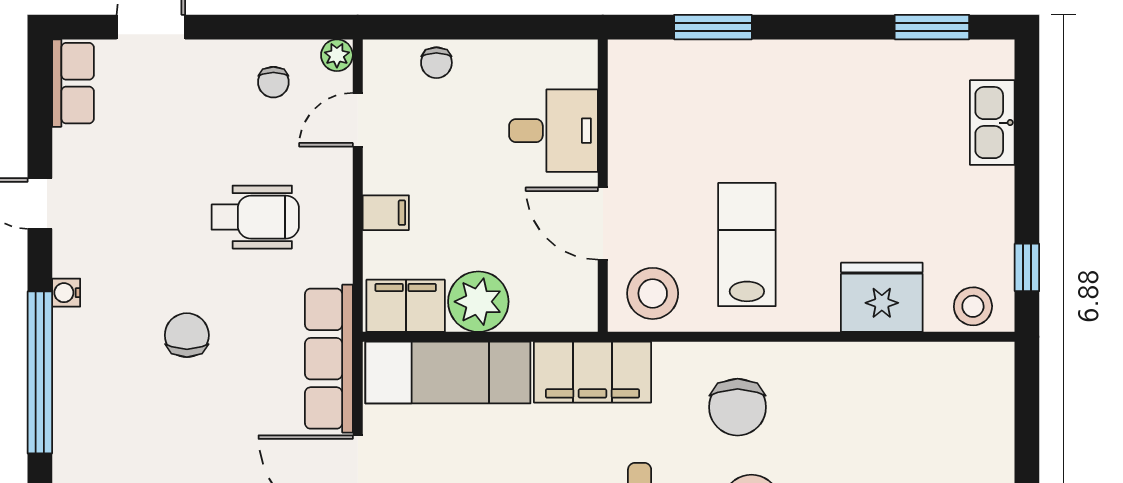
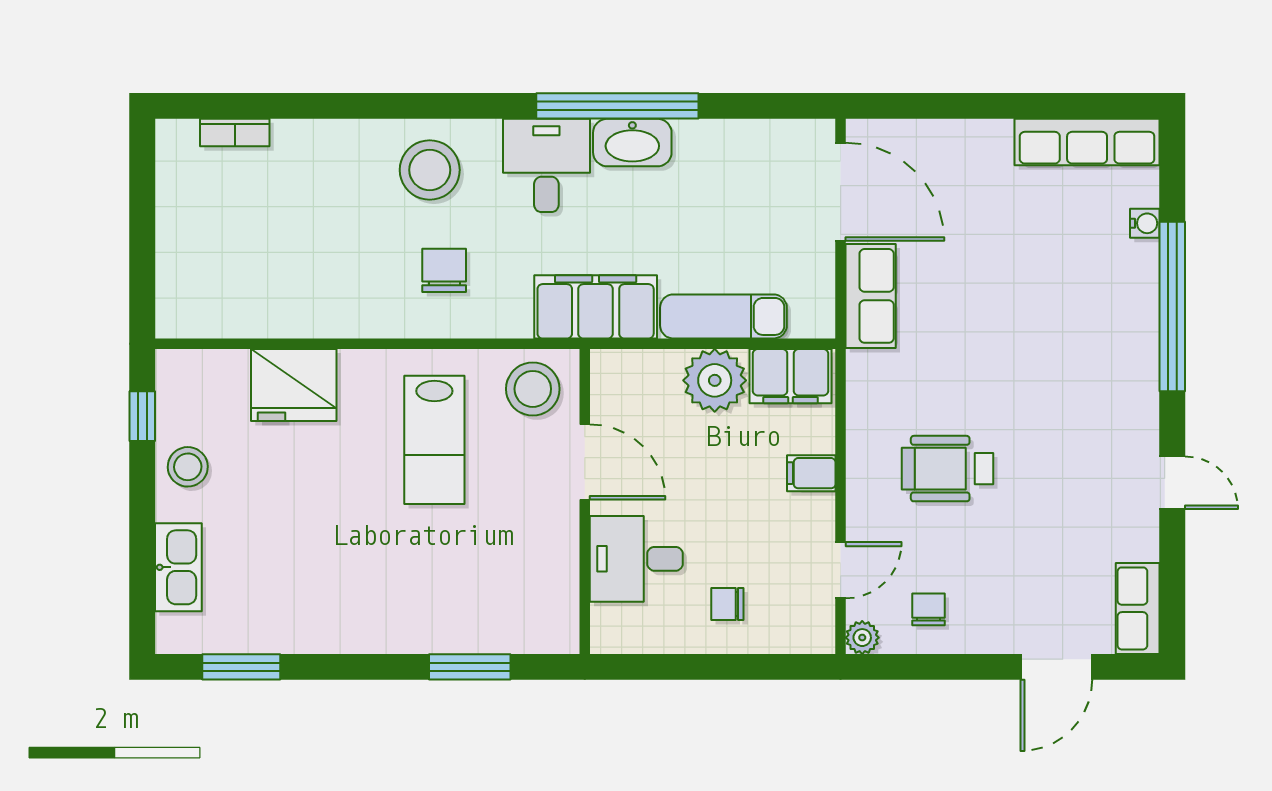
chair: (436, 63) -> (727, 604), moved, turned -90
water cooler: (66, 293) -> (1145, 223), moved
stool: (973, 306) -> (188, 467), moved
chair: (187, 335) -> (1019, 345), removed
row of seats: (329, 359) -> (871, 296), width x0.68
exam couch: (448, 373) -> (723, 316), width x0.73, depth x0.69
chair: (738, 407) -> (444, 270), width x0.73, depth x0.73

